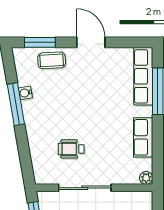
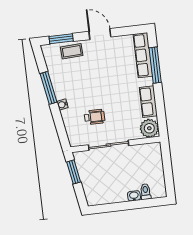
water cooler: (25, 93) -> (62, 104), moved
wheelchair: (71, 149) -> (95, 117), turned 180
plant: (146, 178) -> (149, 128), width x1.88, depth x1.88

